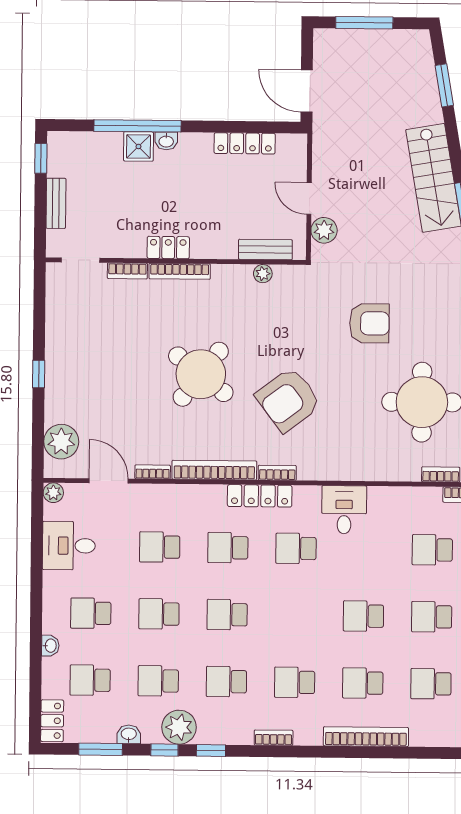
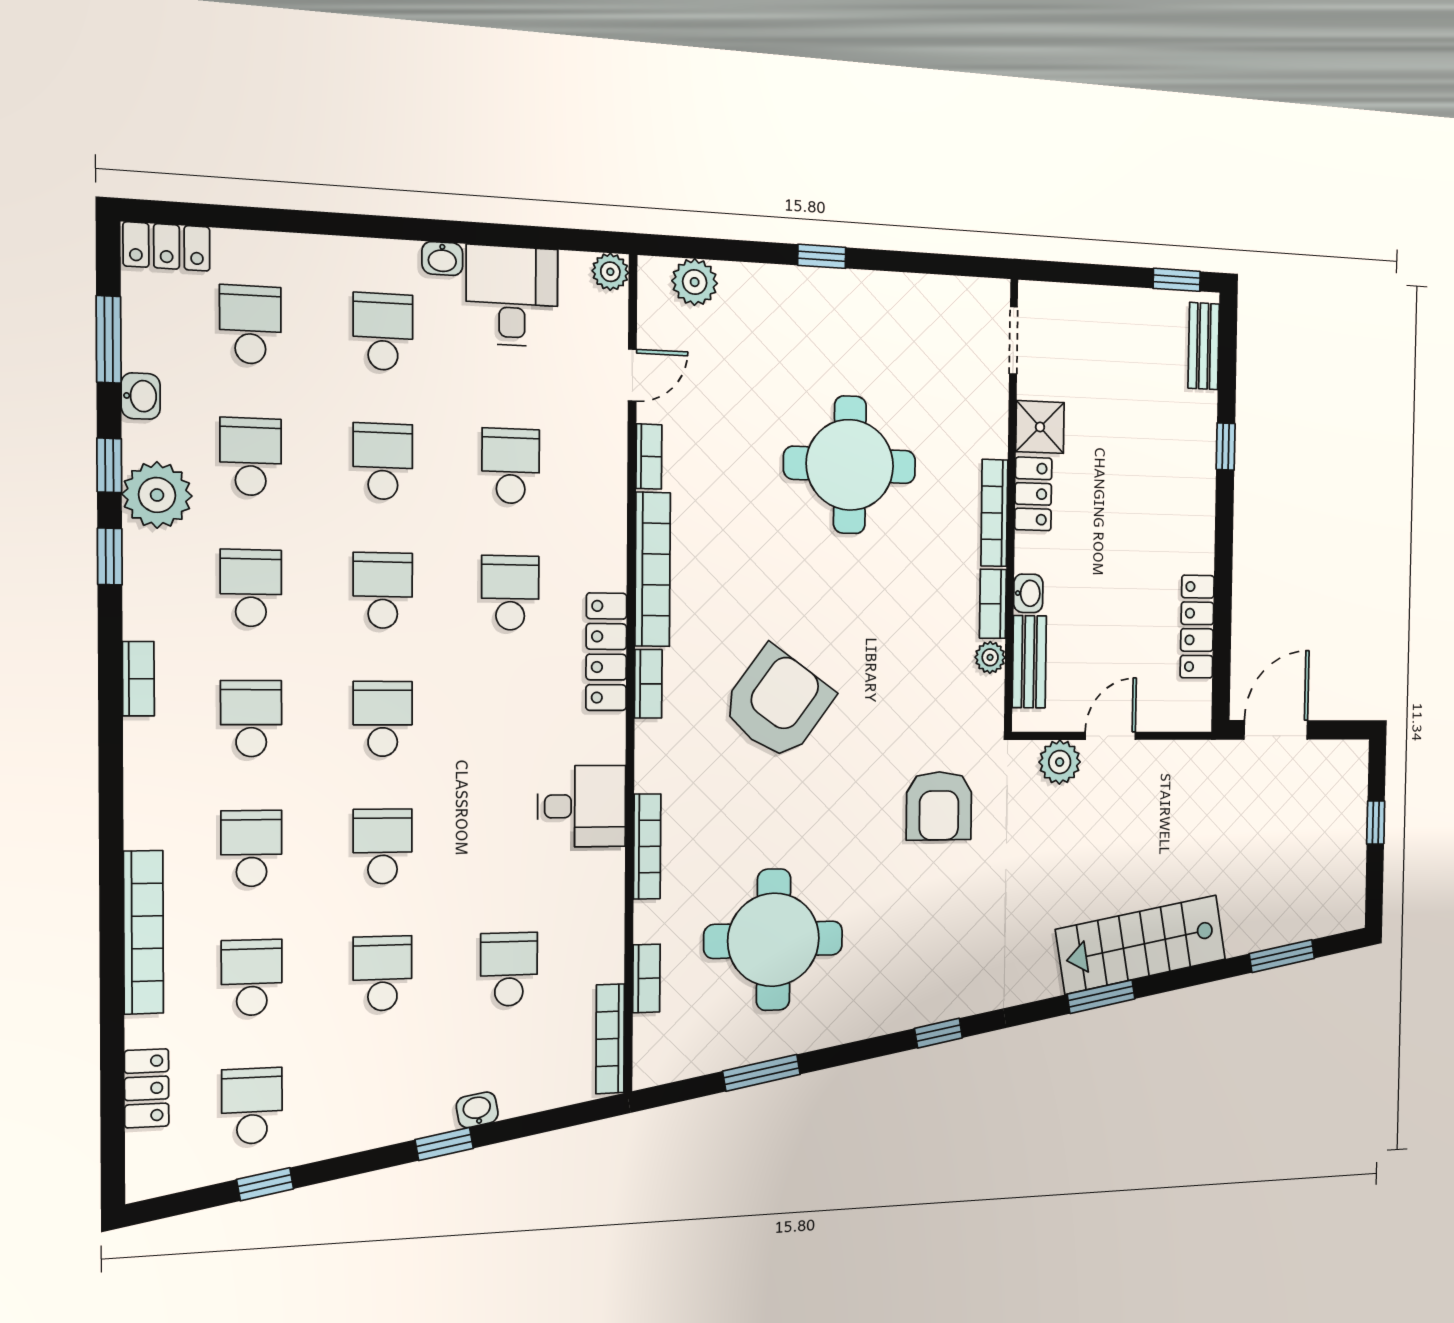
window: (364, 23) -> (1376, 823), width x0.46
window: (138, 126) -> (1226, 446), width x0.32
washbasin: (166, 141) -> (1028, 593), moved, turned 180
shower: (138, 146) -> (1040, 427), moved
bench: (56, 203) -> (1204, 346), moved, turned 90
bookcase: (127, 271) -> (993, 604), moved
armchair: (369, 323) -> (939, 806), moved
round table: (201, 374) -> (850, 465), moved, turned -38
armchair: (288, 400) -> (778, 703), turned 73
plant: (61, 442) -> (695, 282), width x0.73, depth x0.73
bookcase: (367, 474) -> (647, 846), added
door: (109, 481) -> (632, 375), width x0.73
school desk: (296, 548) -> (383, 719), moved
washbasin: (50, 646) -> (442, 258), moved
bookcase: (366, 737) -> (144, 932), moved

